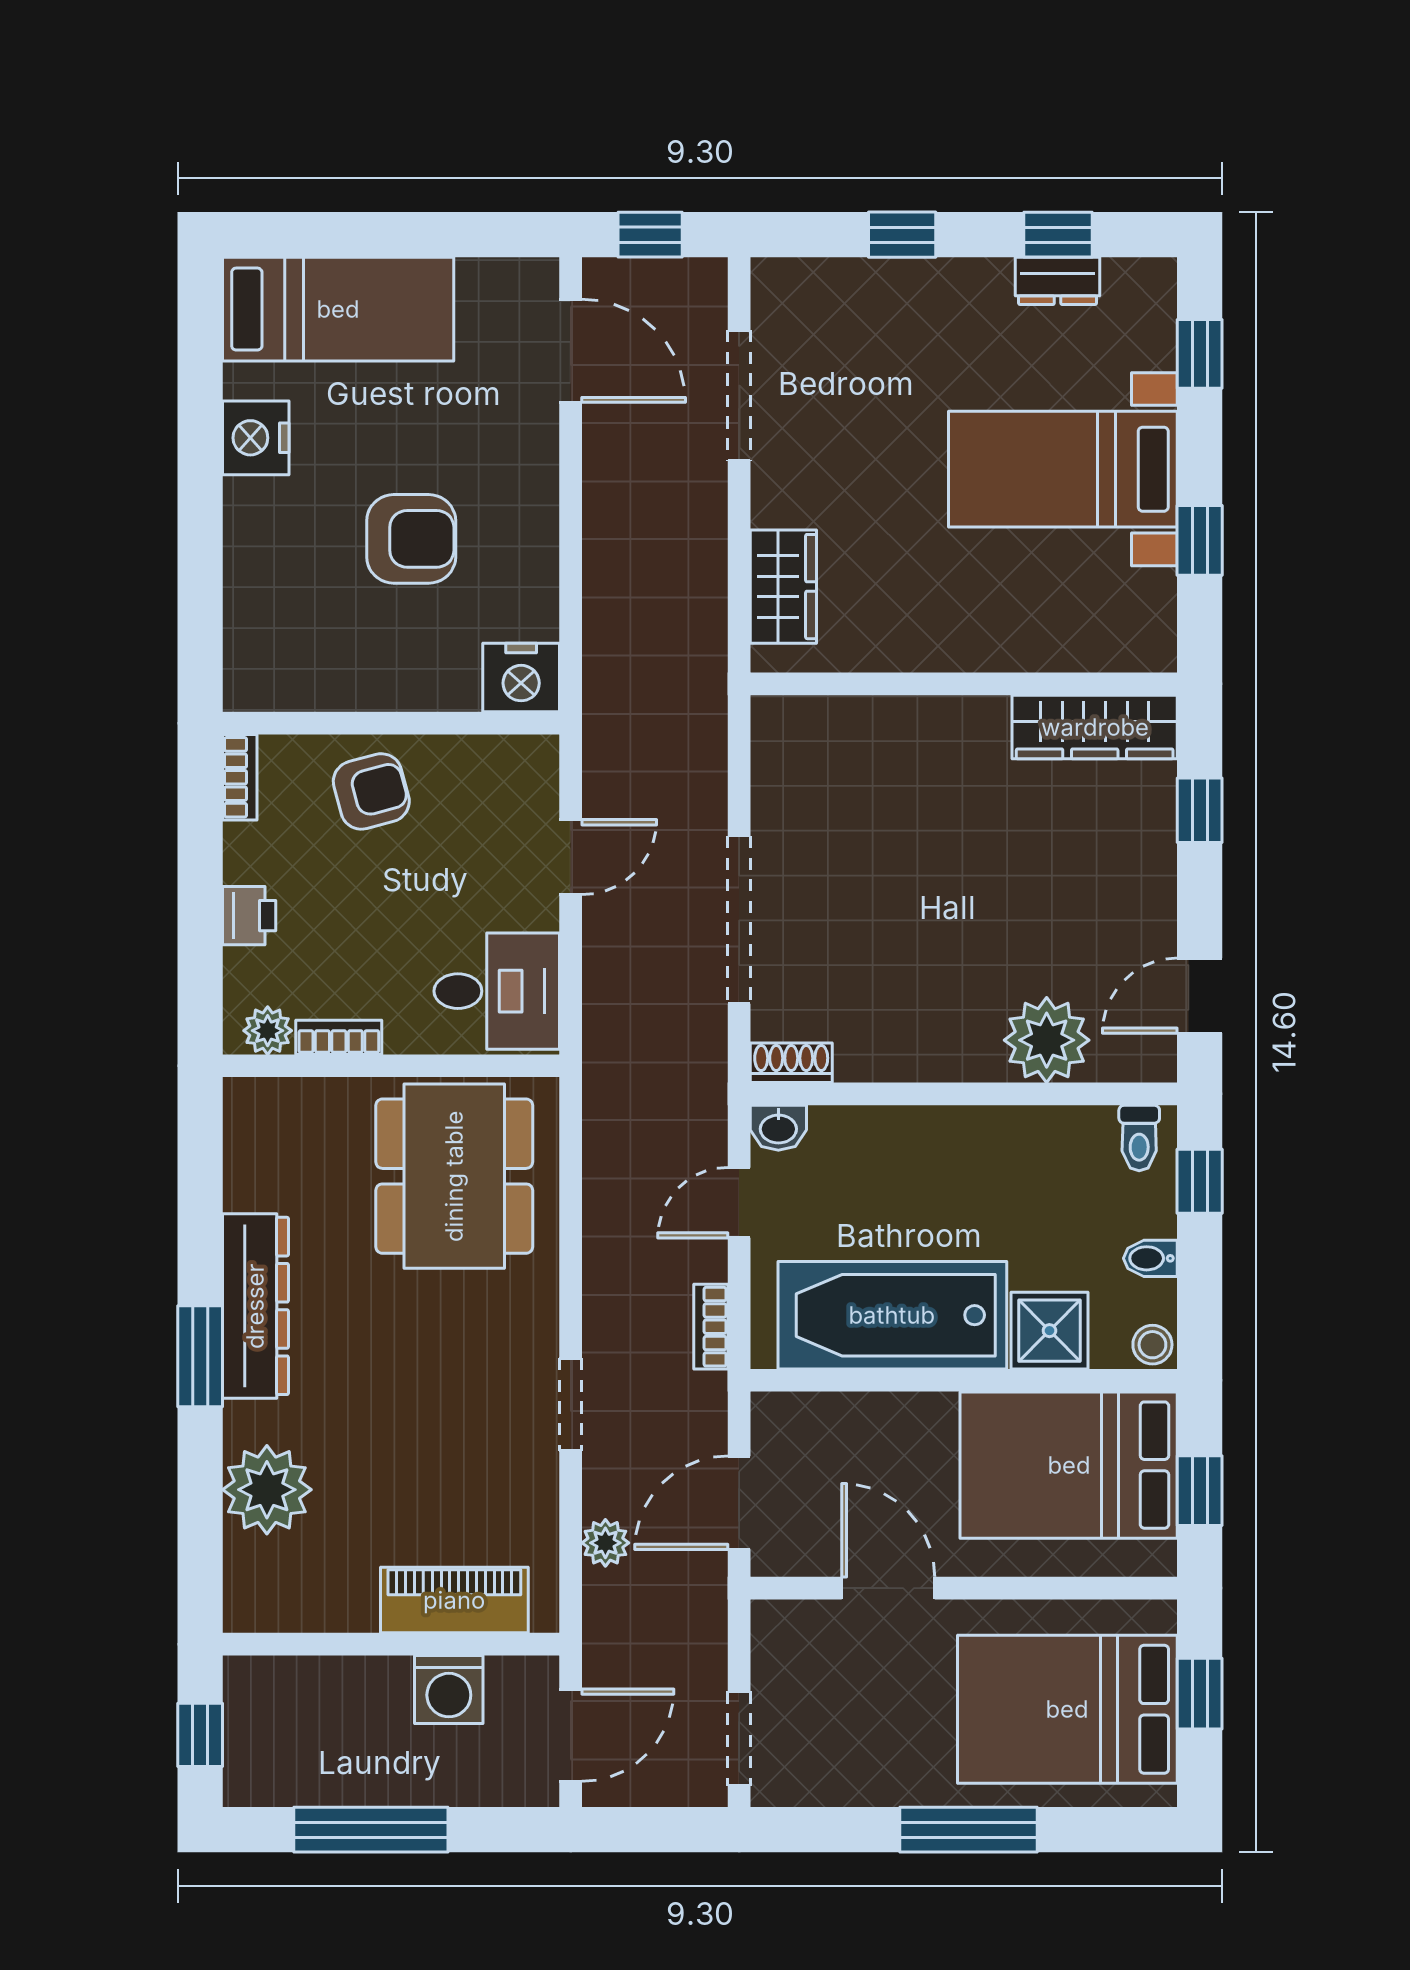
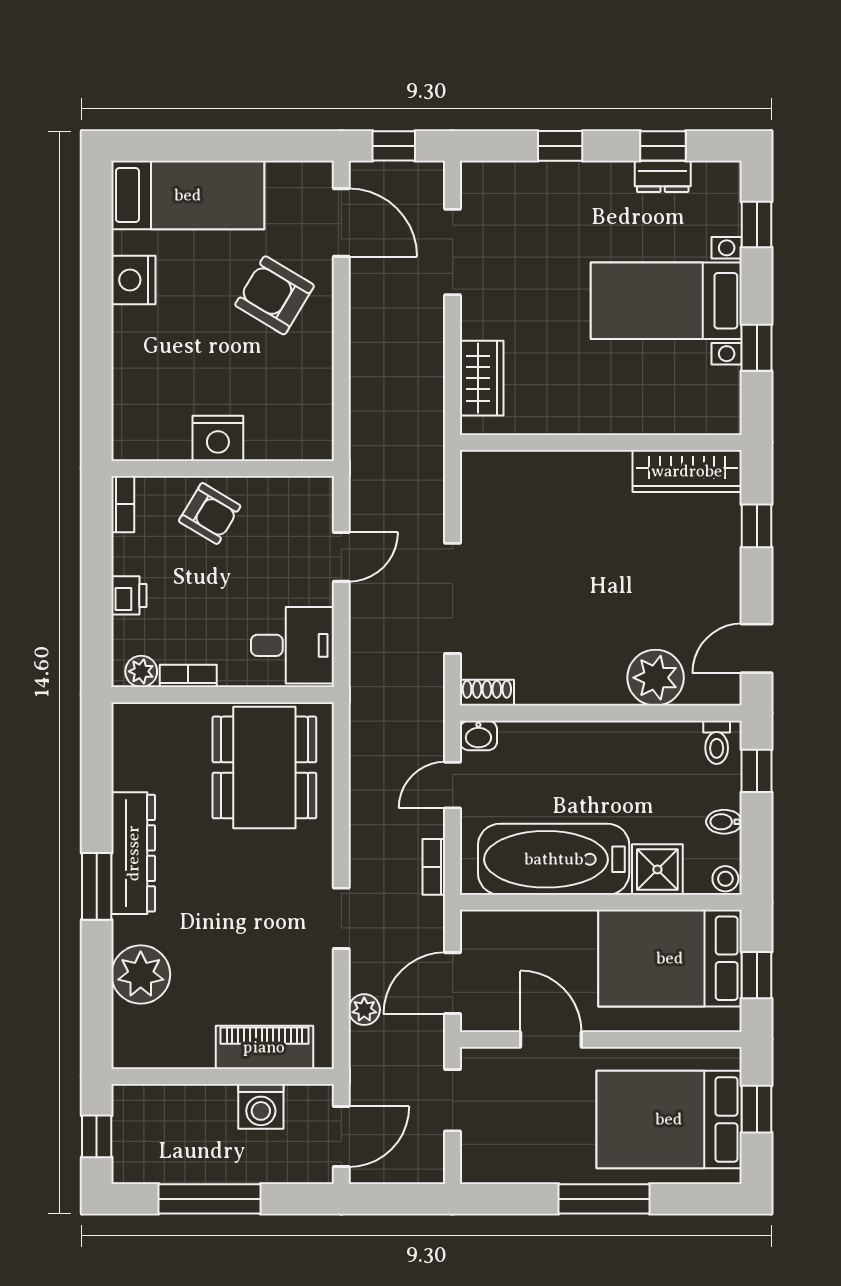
armchair: (411, 539) -> (275, 295), moved, turned -149
nightstand: (521, 678) -> (218, 438), moved
armchair: (371, 791) -> (210, 514), turned 46
doorway: (739, 1739) -> (453, 1100), moved

